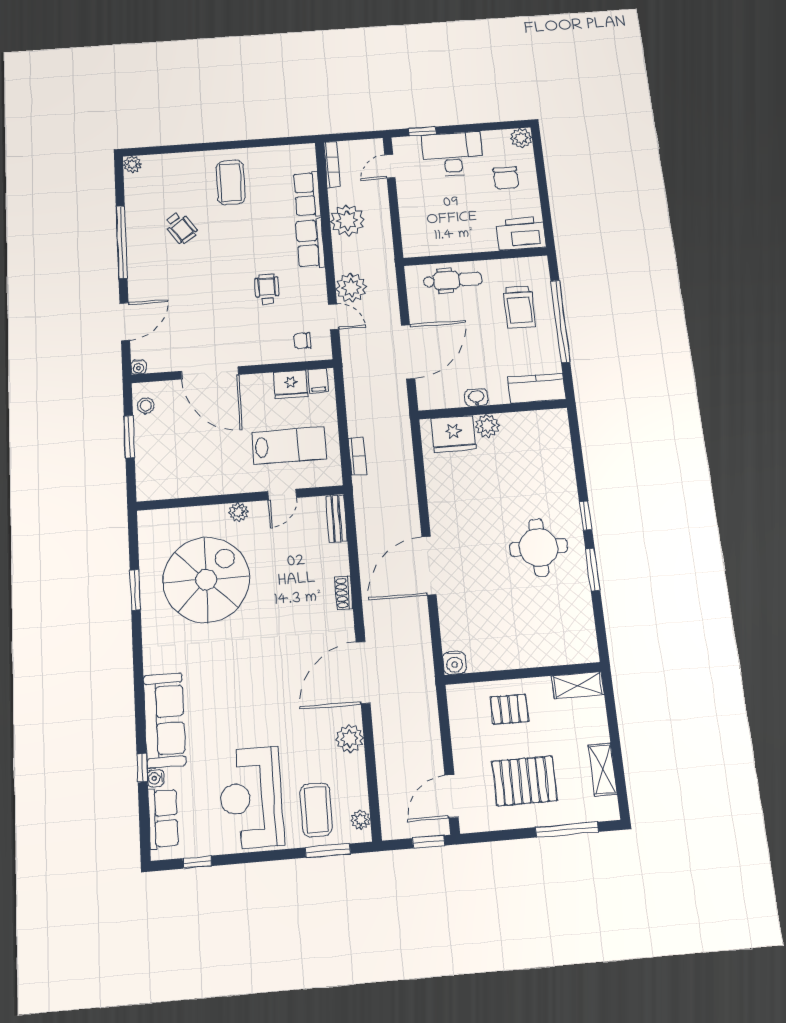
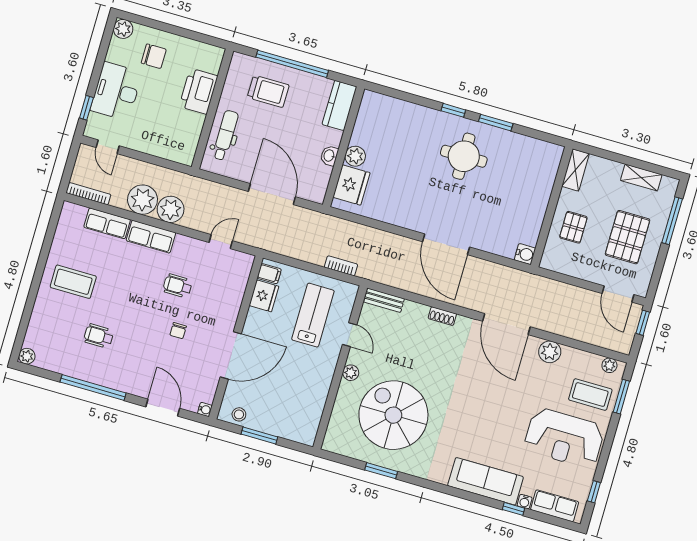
wheelchair: (181, 228) -> (99, 336), turned -146
printer: (521, 233) -> (199, 91), moved
plant: (351, 288) -> (171, 209), moved
chair: (302, 341) -> (178, 331), moved

